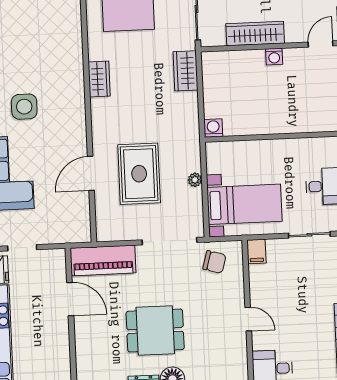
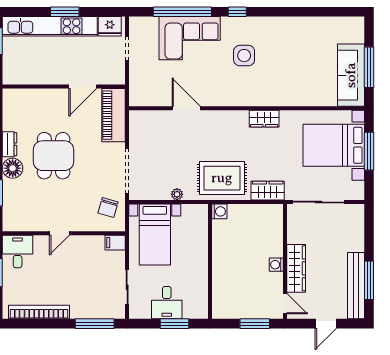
wardrobe: (255, 34) -> (296, 268), moved
rug: (139, 174) -> (222, 178), moved

